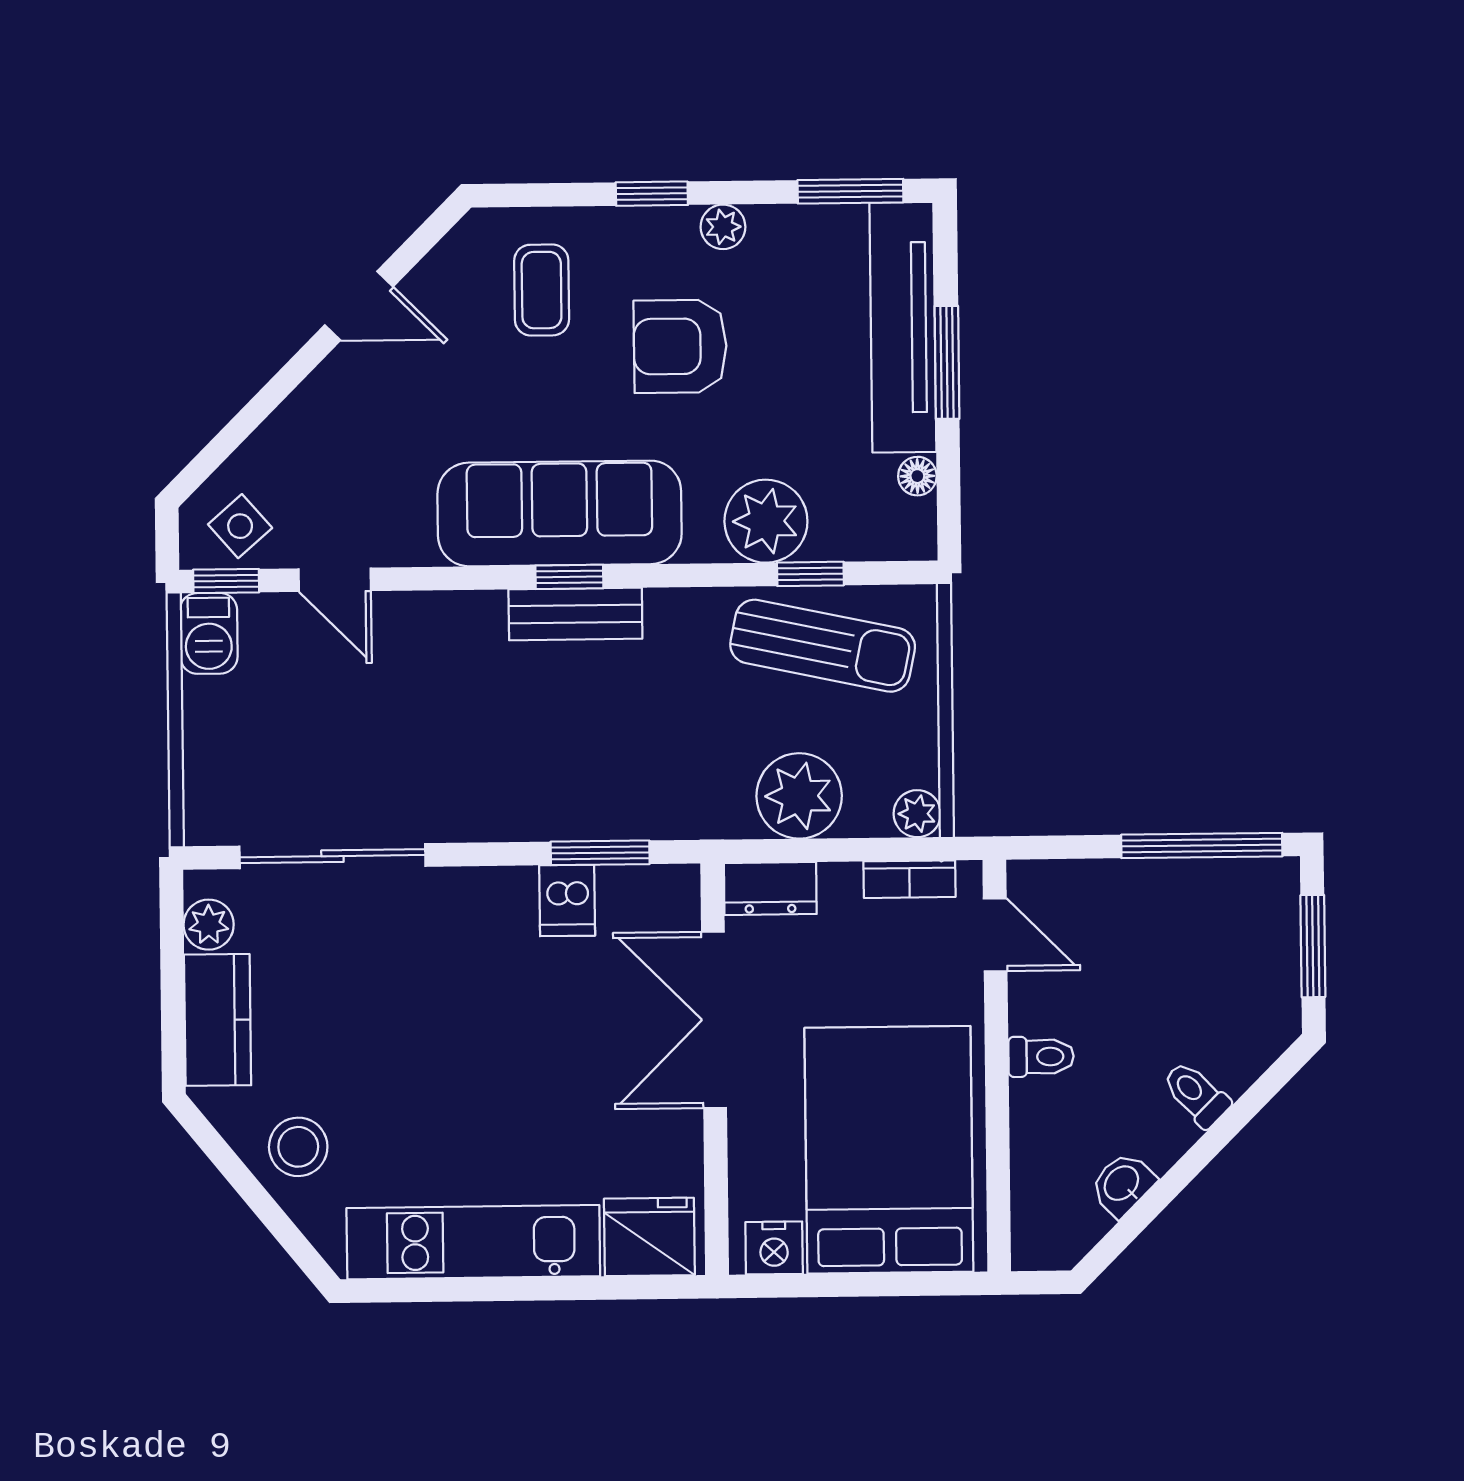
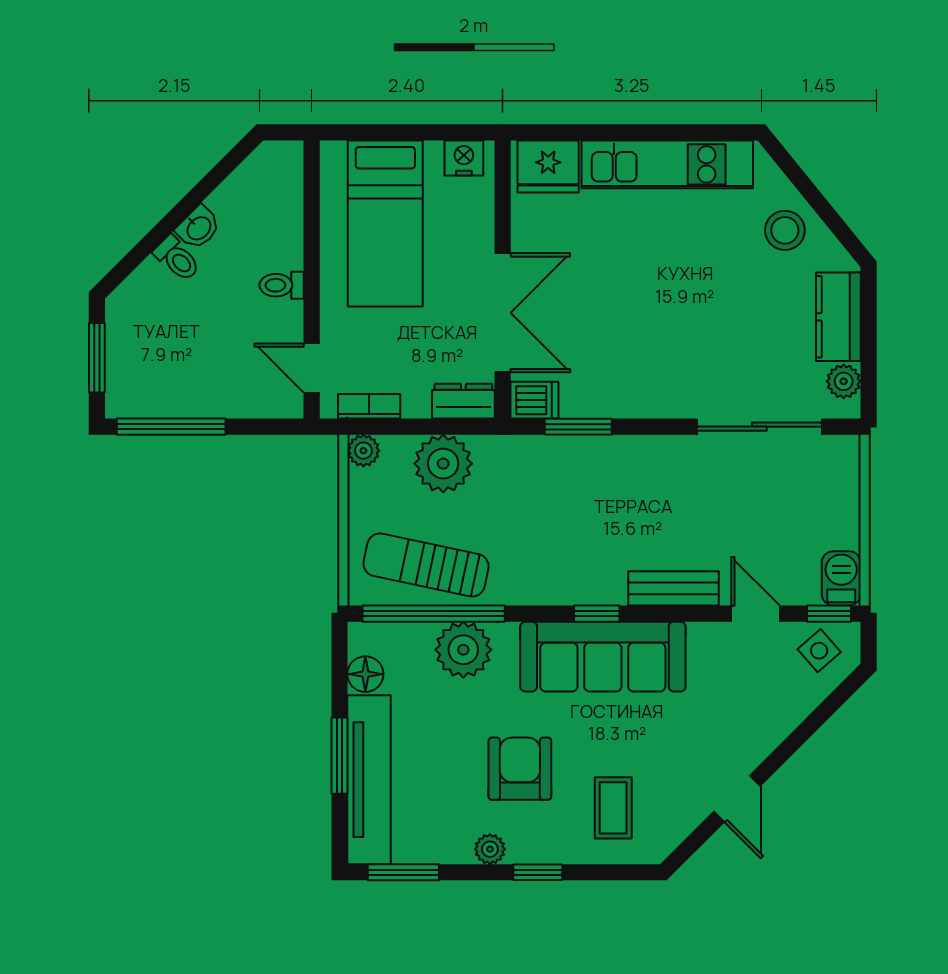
door: (359, 306) -> (737, 799), swing flipped
armchair: (680, 346) -> (520, 769), turned -90
floor lamp: (917, 476) -> (365, 674), width x1.37, depth x1.37
window: (810, 574) -> (434, 614), width x3.17
bench: (575, 614) -> (673, 588), moved
dishwasher: (567, 900) -> (535, 400), moved, turned 90
bed: (889, 1150) -> (385, 223), width x0.67
washbasin: (1122, 1184) -> (198, 228), moved

